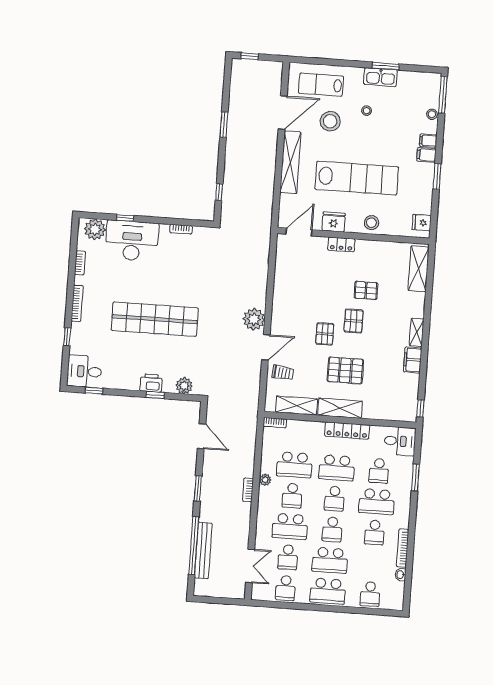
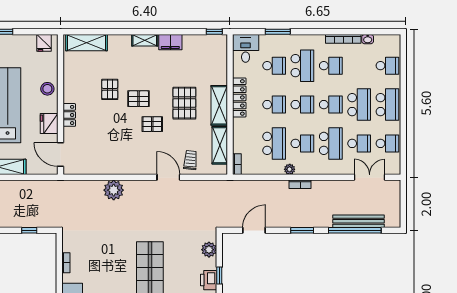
plant: (254, 319) -> (114, 190), moved
school desk: (337, 468) -> (274, 105), width x0.54

